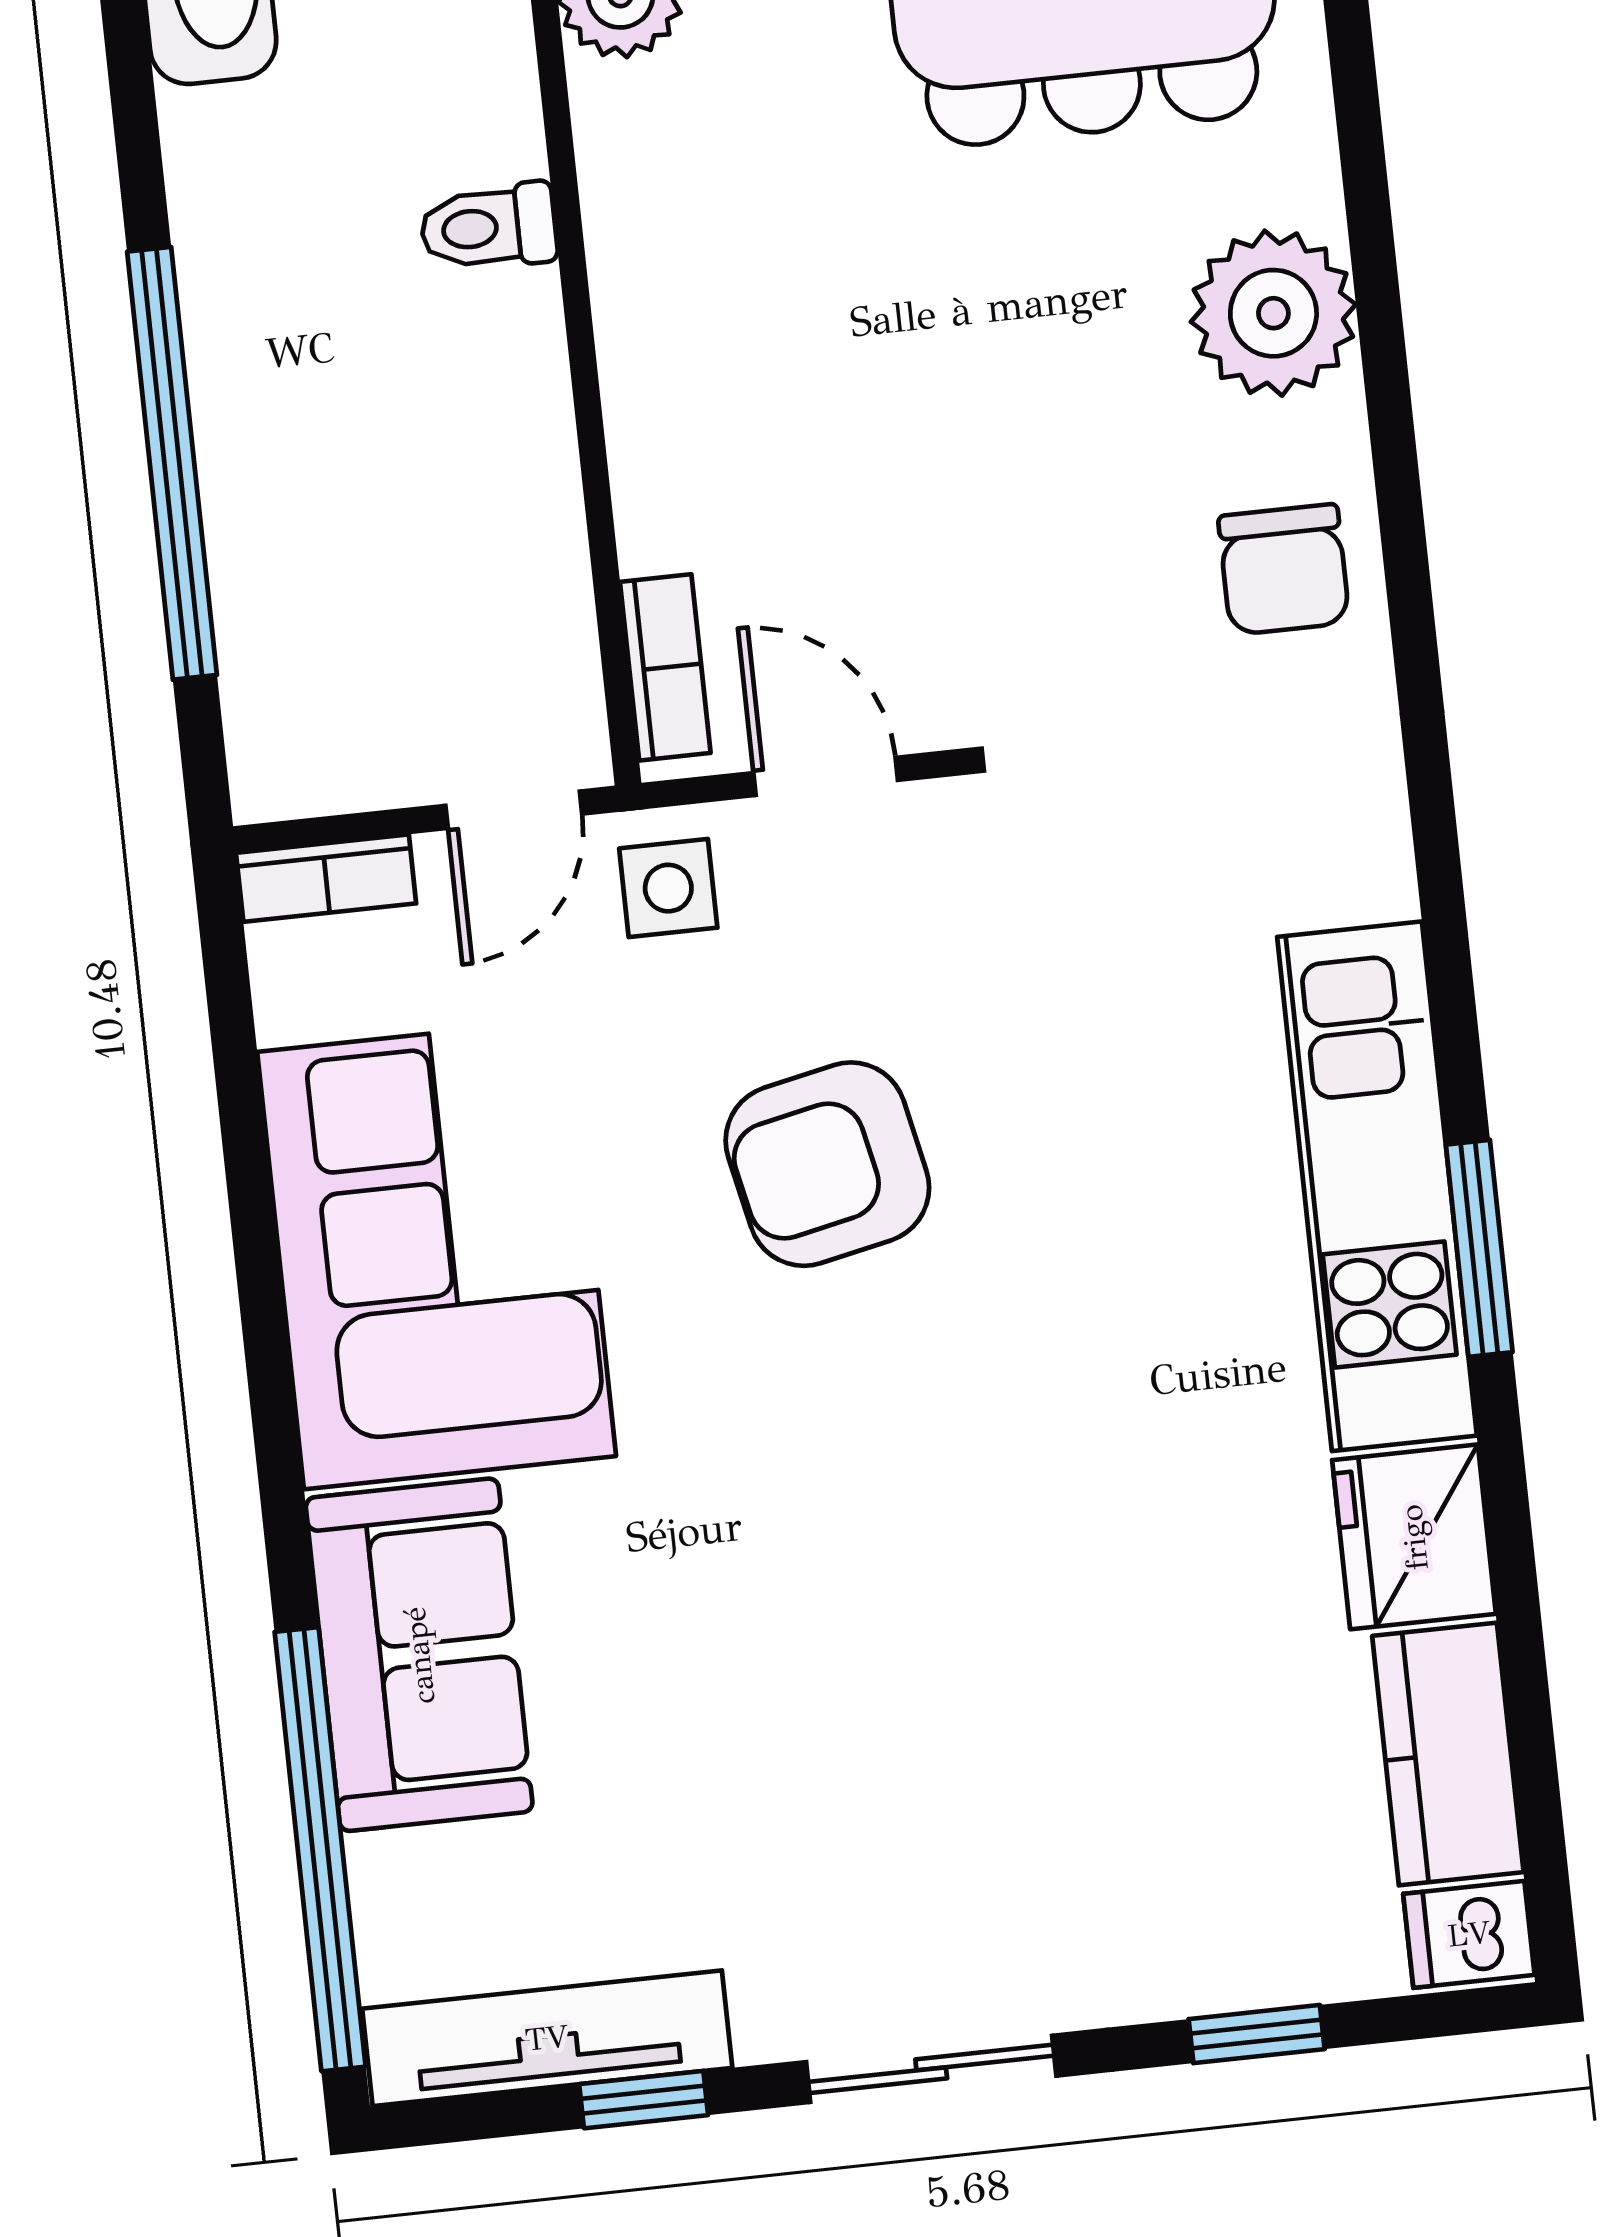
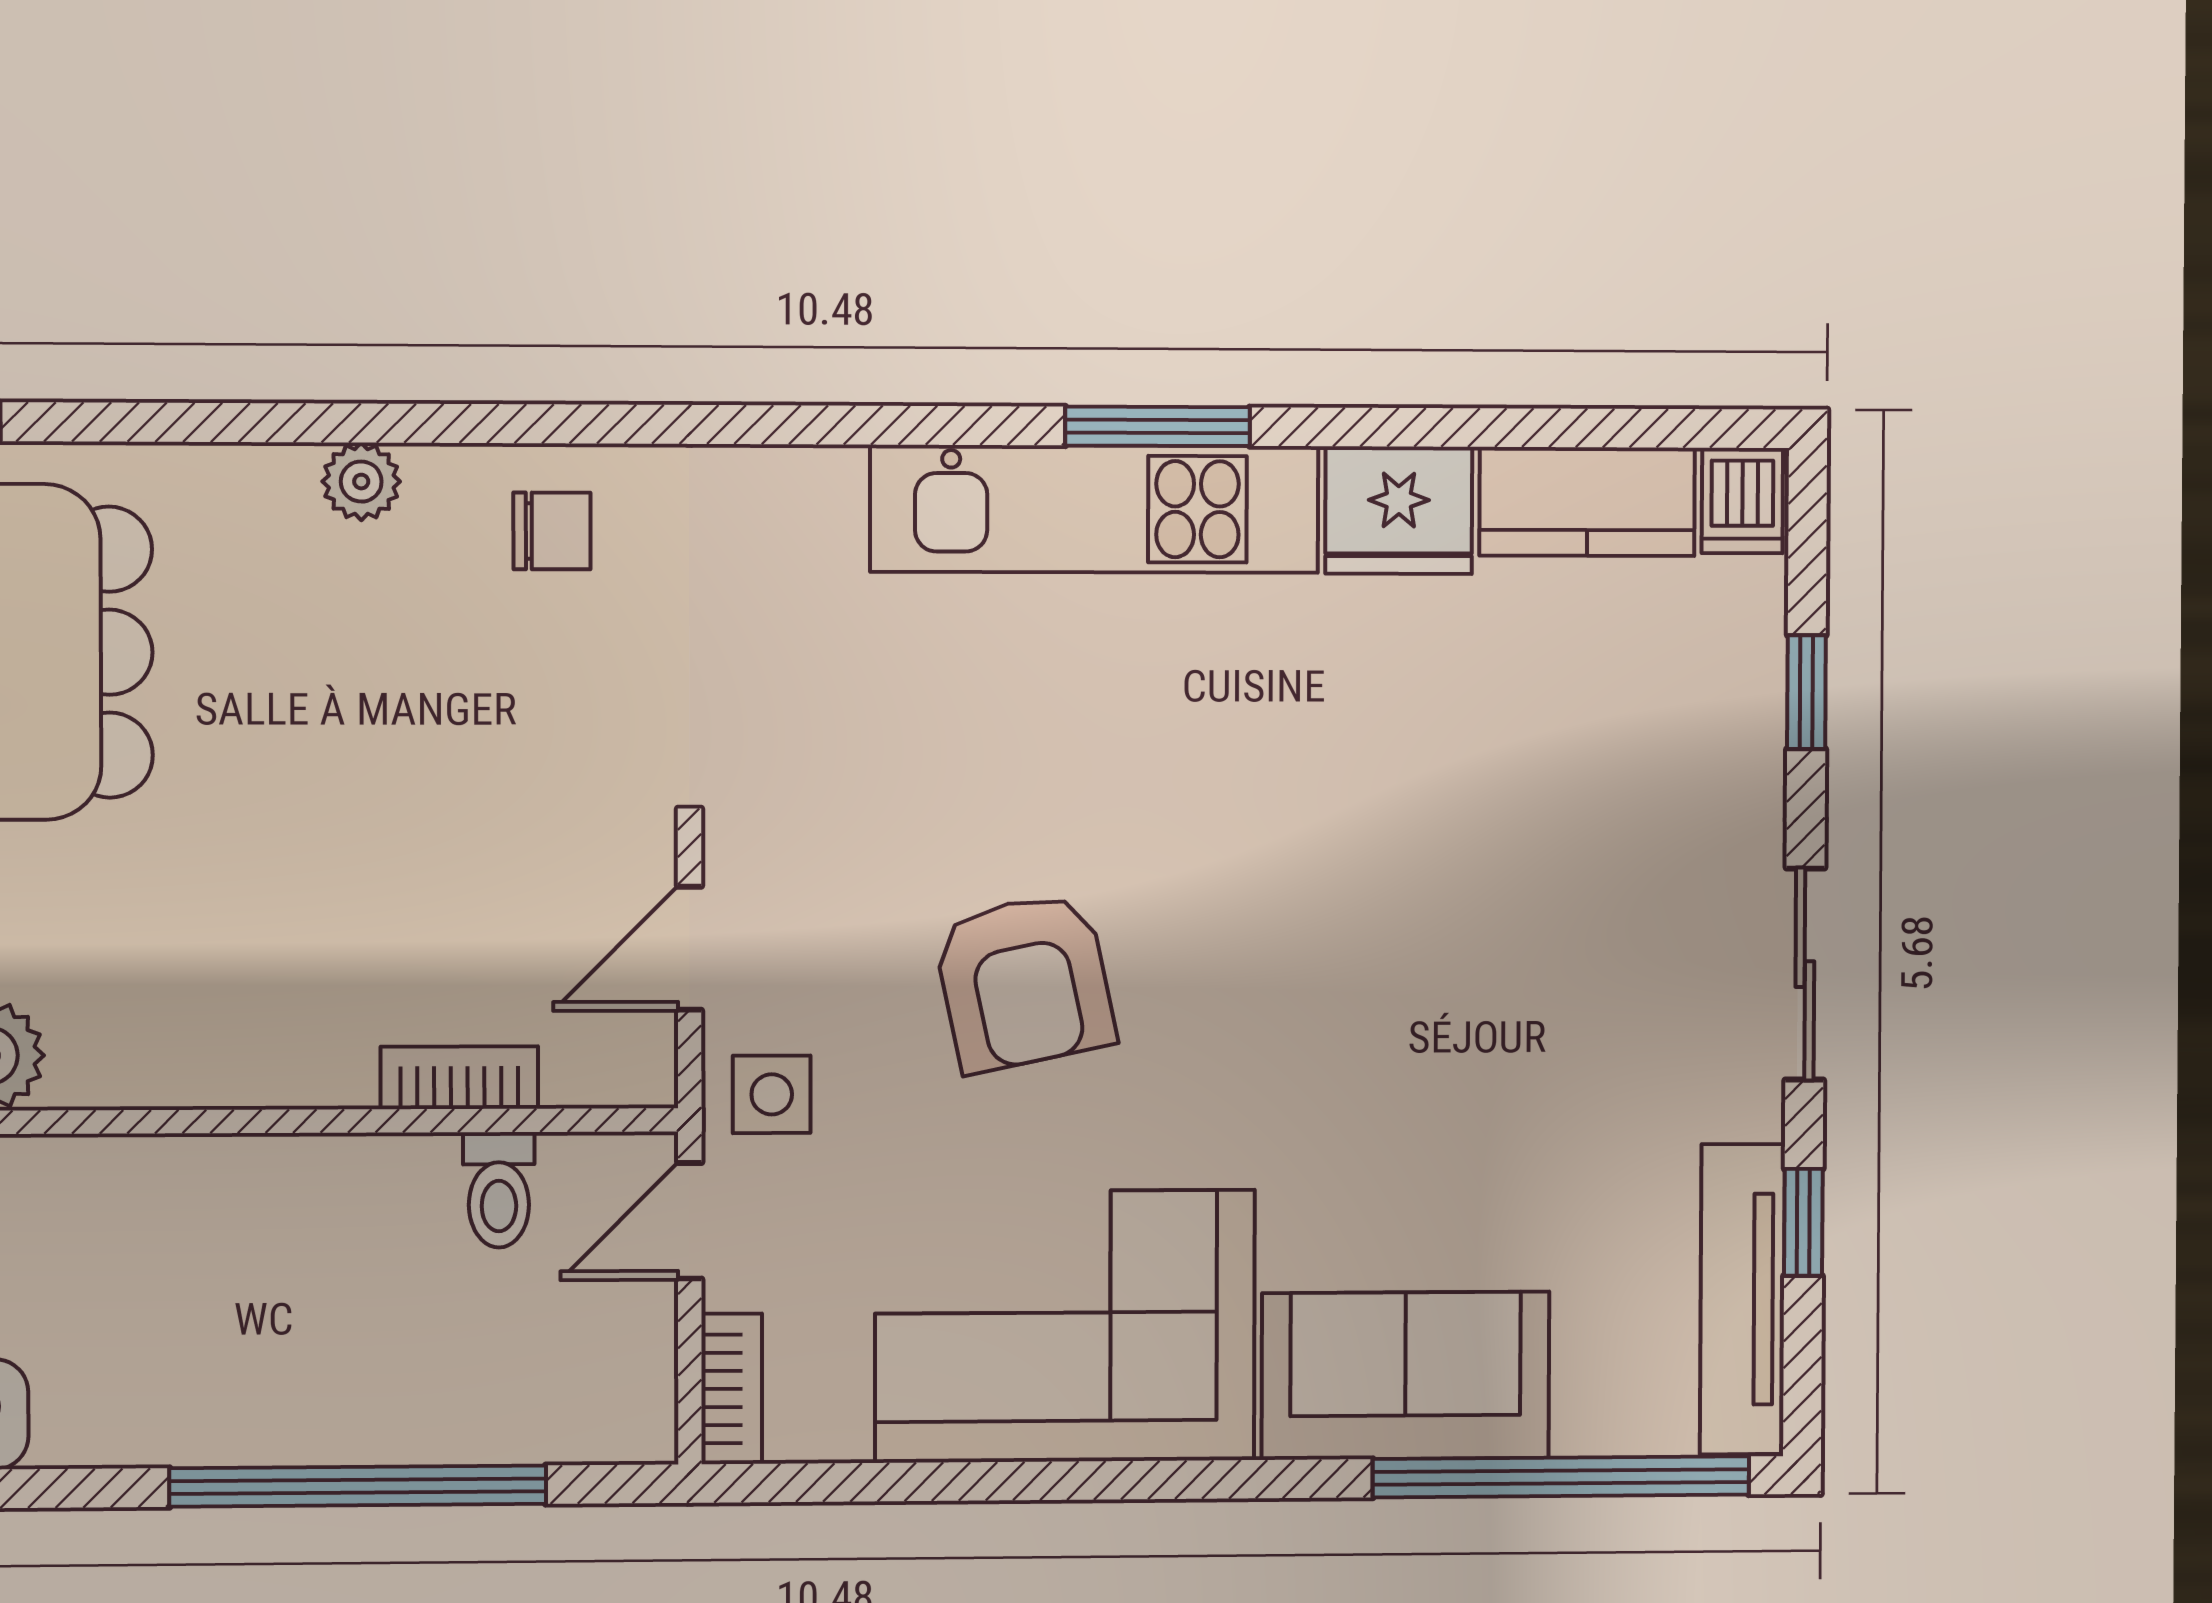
toilet: (488, 227) -> (499, 1190), moved
plant: (1273, 313) -> (361, 482), width x0.53, depth x0.53
chair: (1284, 569) -> (552, 531), width x0.73, depth x0.73
bookcase: (665, 667) -> (459, 1078), moved
door: (514, 810) -> (690, 1221), swing flipped

